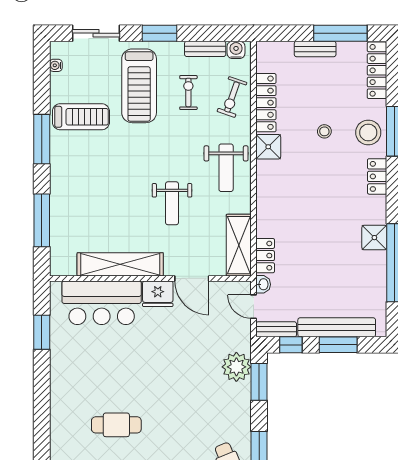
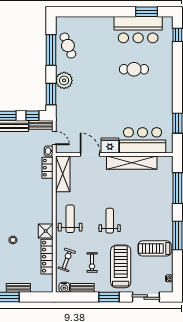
weight bench: (172, 203) -> (110, 221), moved
plant: (236, 367) -> (64, 80), moved

